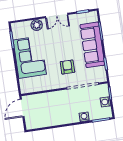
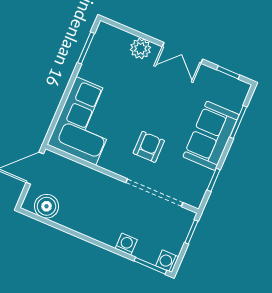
sofa: (92, 45) -> (211, 136), width x0.73
corner sofa: (30, 57) -> (86, 121), moved
washing machine: (105, 102) -> (167, 261), moved
boiler: (38, 122) -> (47, 206), added

